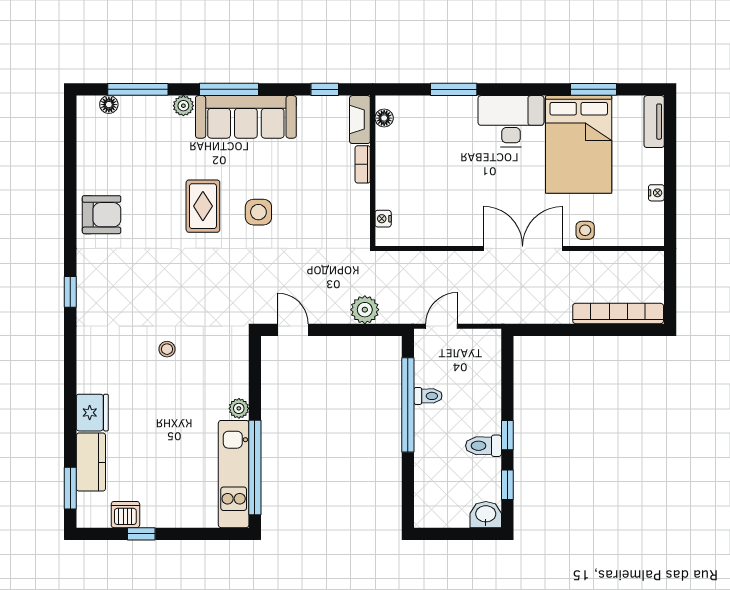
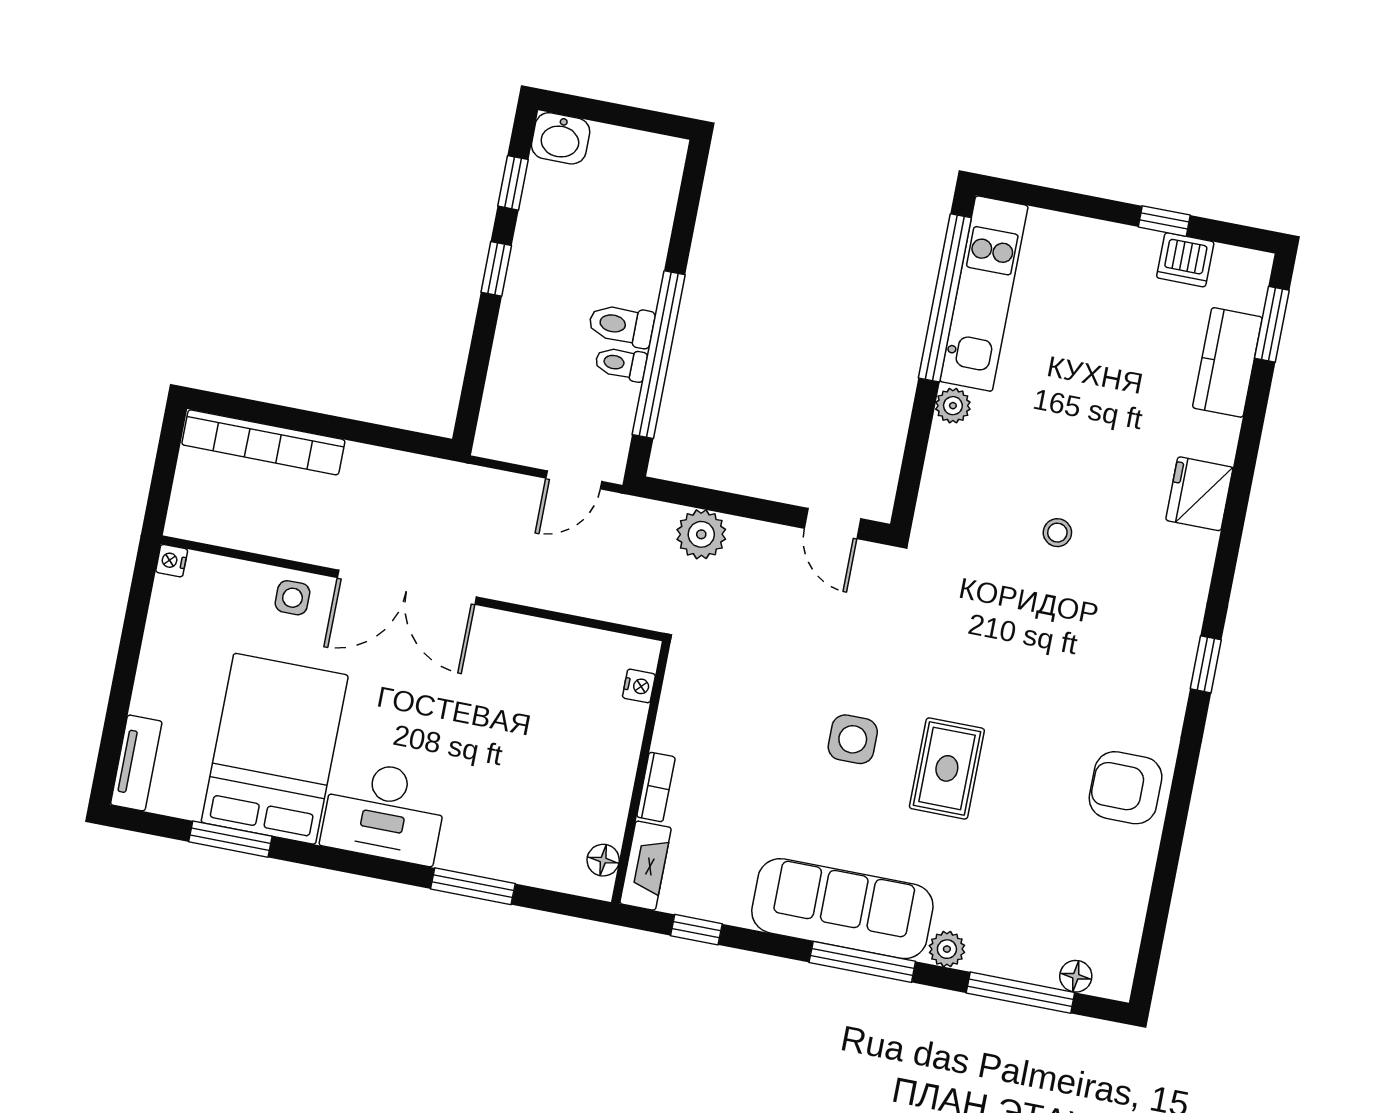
nightstand: (656, 193) -> (172, 561), moved
fridge: (92, 413) -> (1199, 494), moved
toilet: (483, 446) -> (621, 325), moved, turned 180

